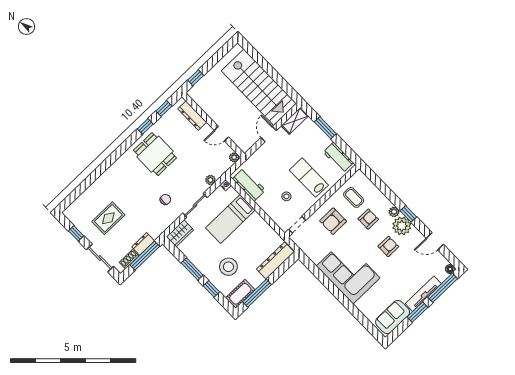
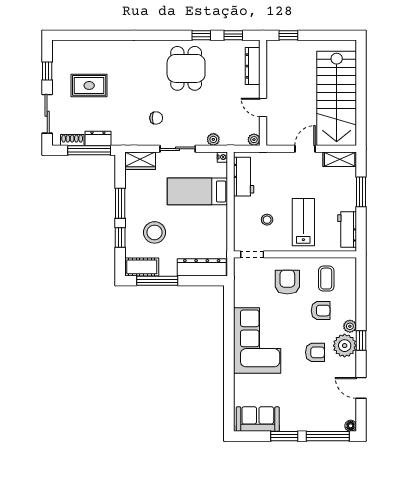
armchair: (333, 221) -> (287, 282), turned 90
tv unit: (423, 294) -> (305, 425), removed

